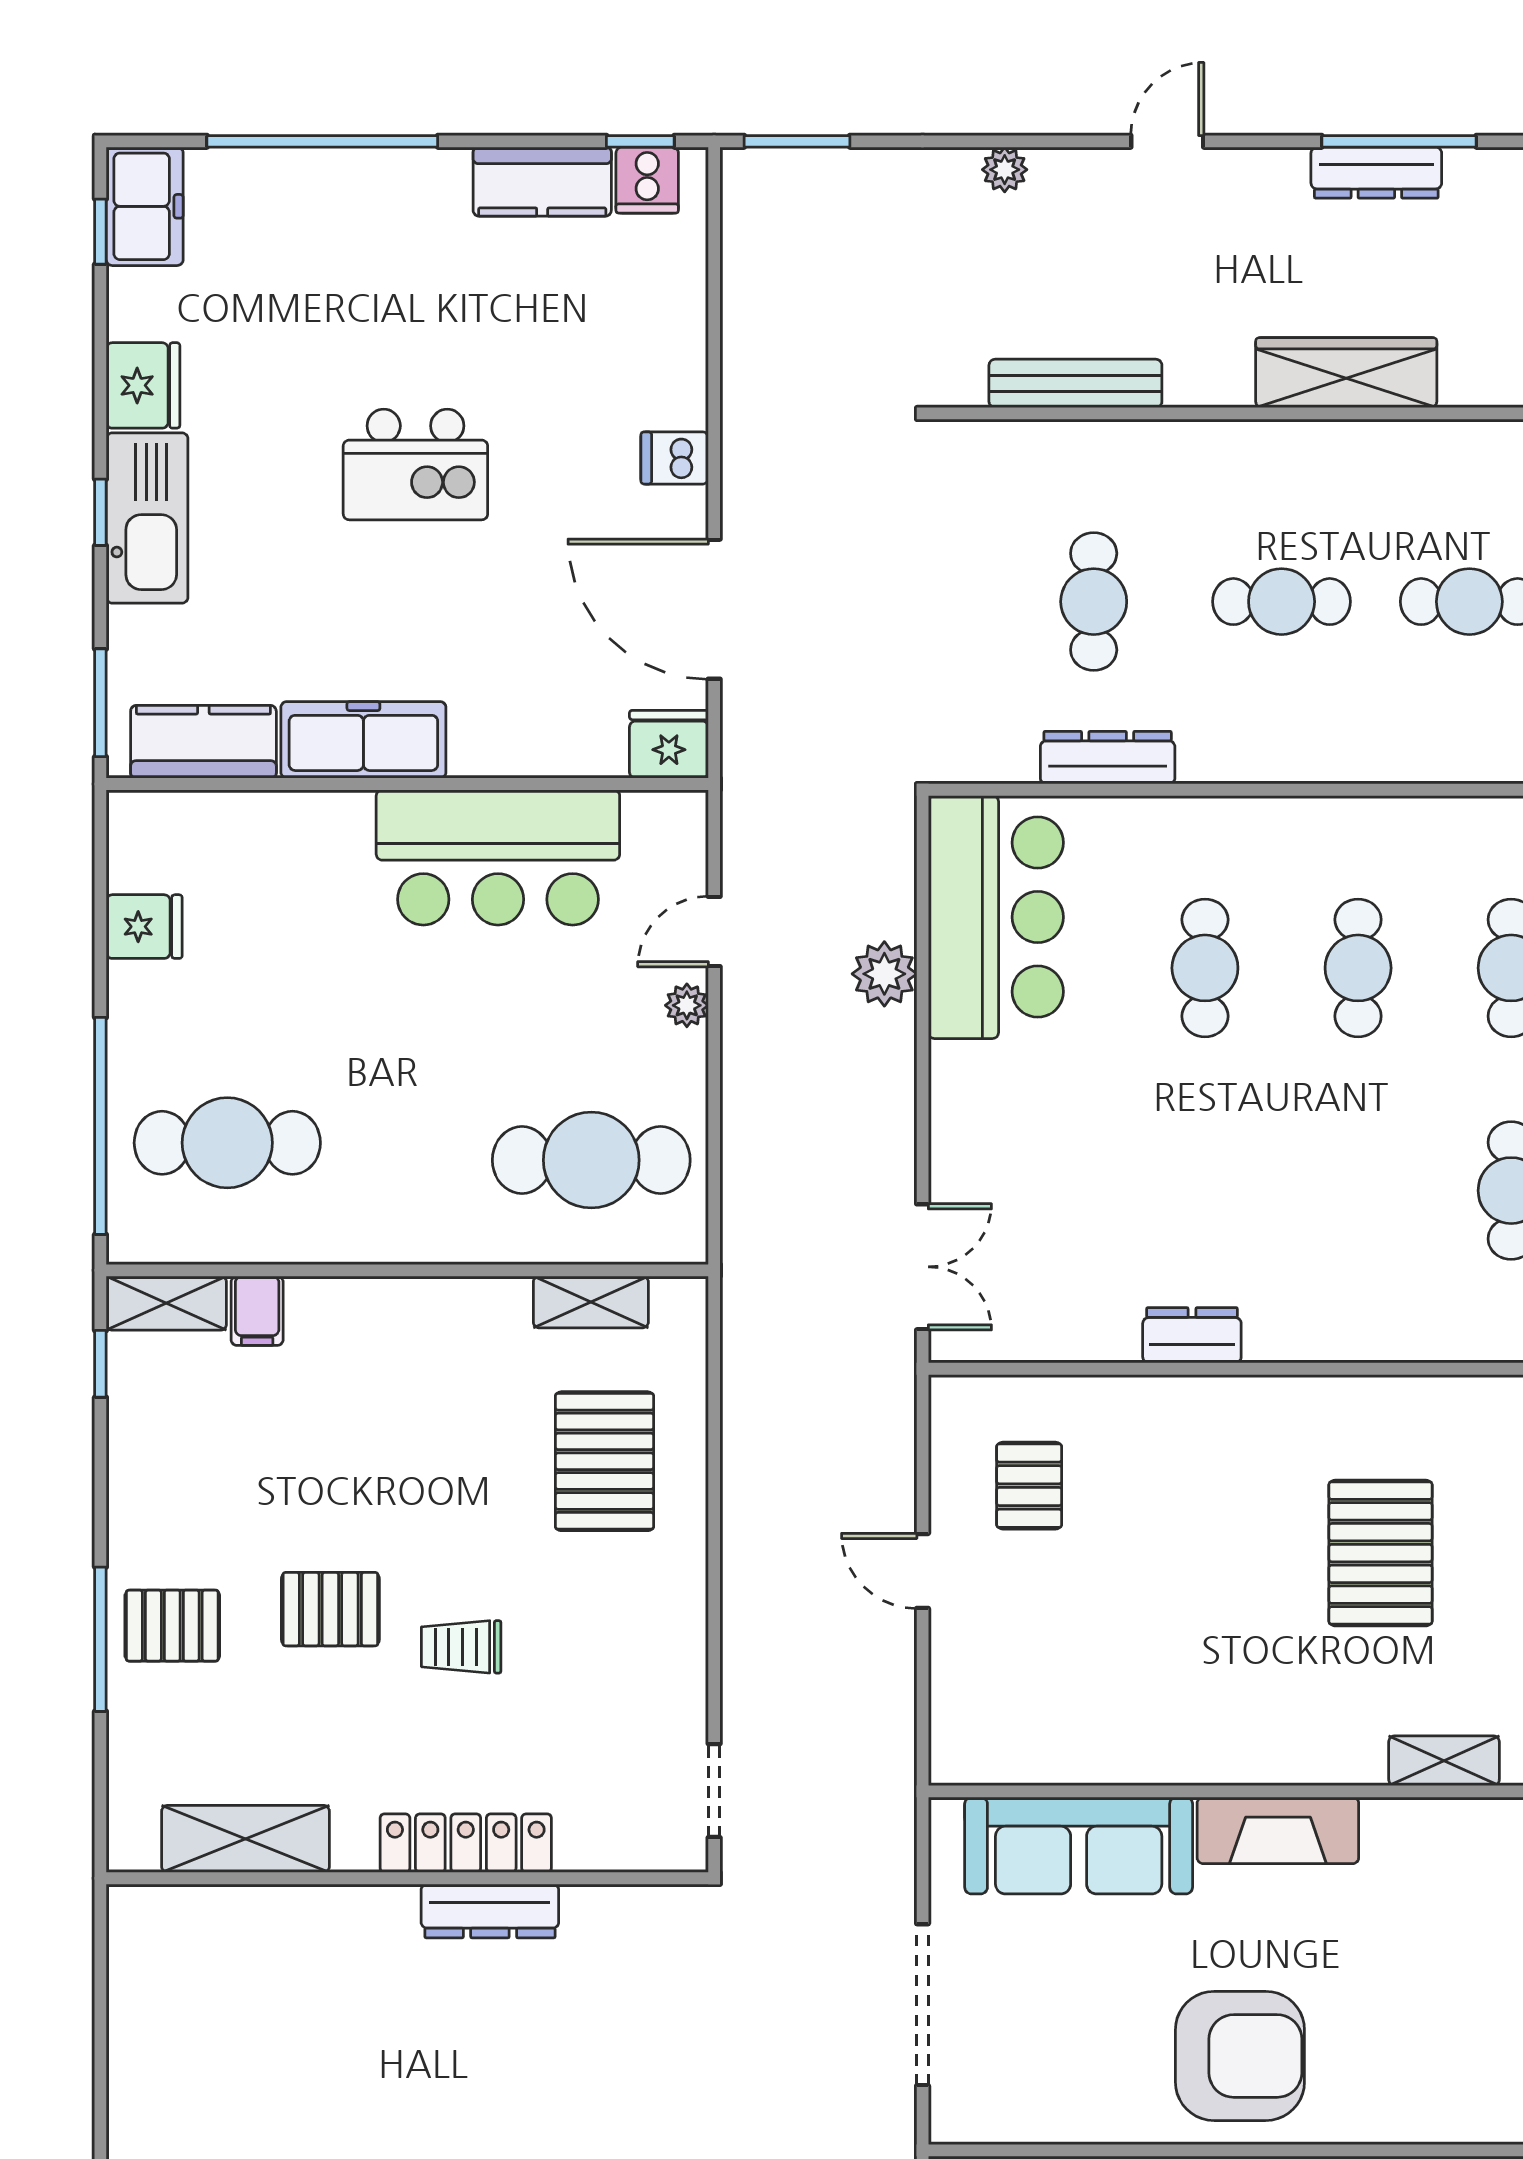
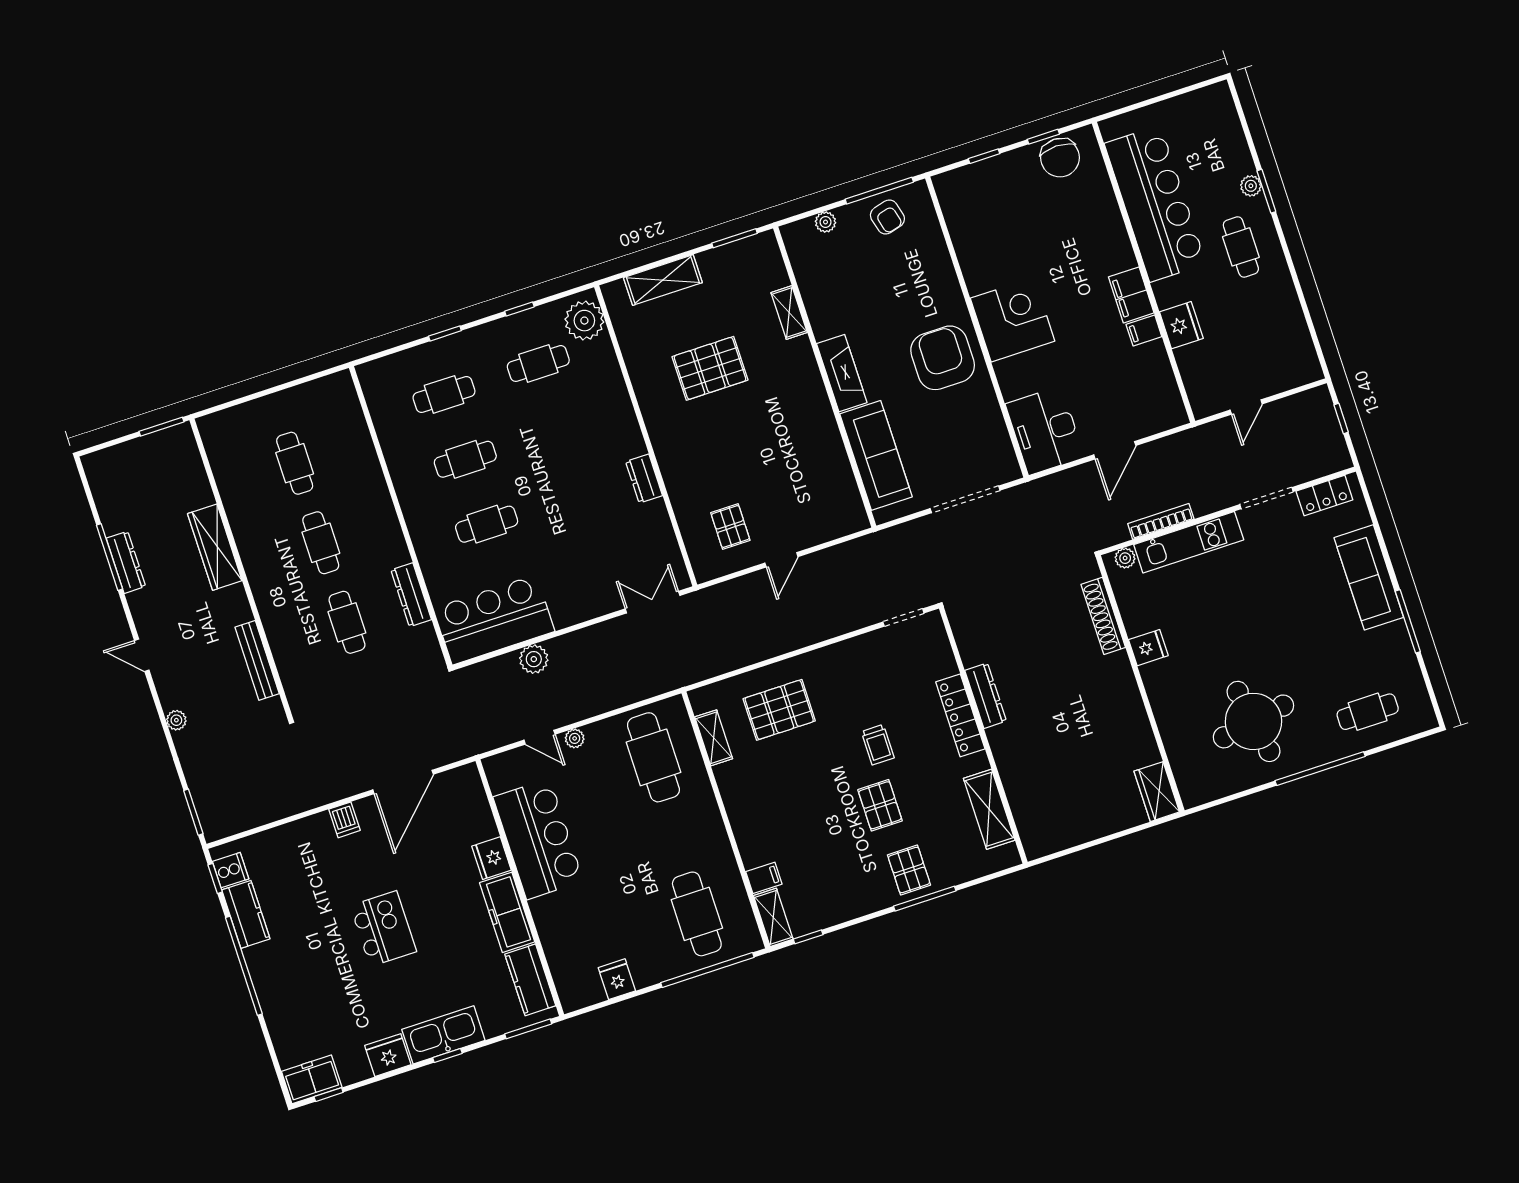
window: (322, 141) -> (244, 966), moved
cafe table: (1094, 602) -> (347, 622), turned 90
fridge: (669, 744) -> (491, 858), moved
pallet: (1029, 1486) -> (730, 527), turned 90

